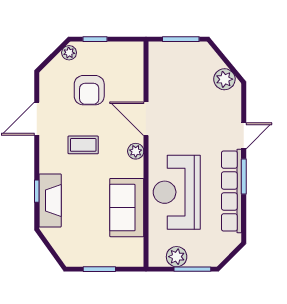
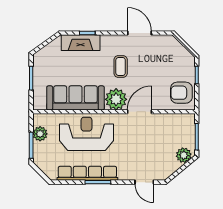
plant: (69, 53) -> (187, 56), removed
plant: (224, 79) -> (184, 155), moved
armchair: (89, 90) -> (181, 93), moved
door: (244, 136) -> (144, 182), moved
plant: (136, 151) -> (116, 99), width x1.87, depth x1.87
sofa: (127, 208) -> (75, 98), width x1.36

